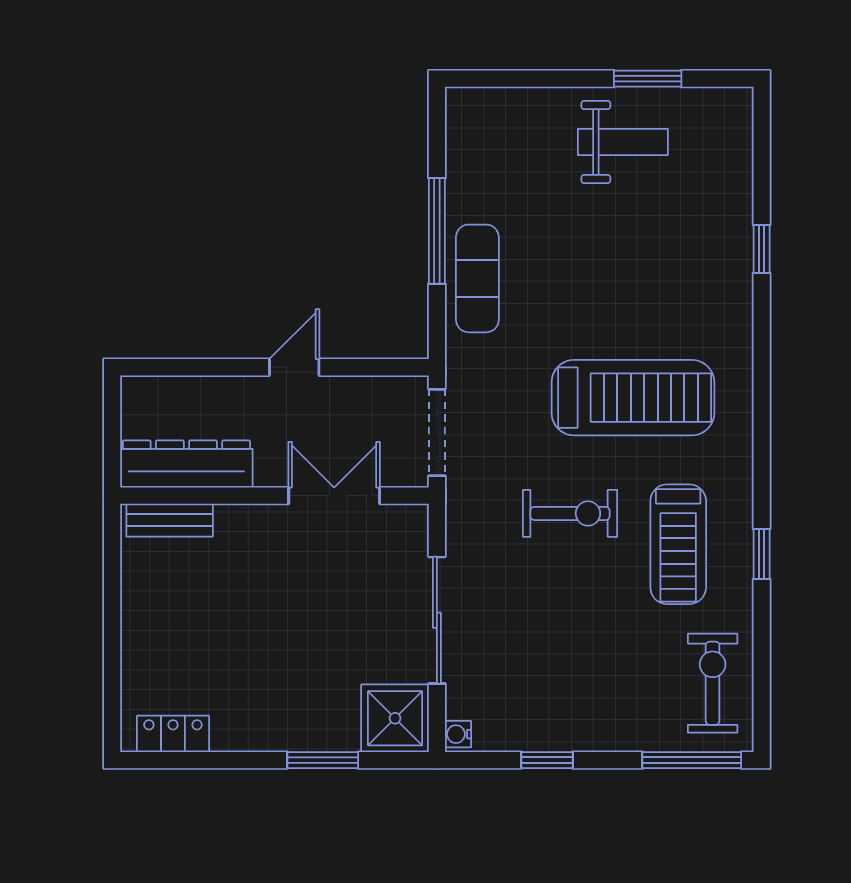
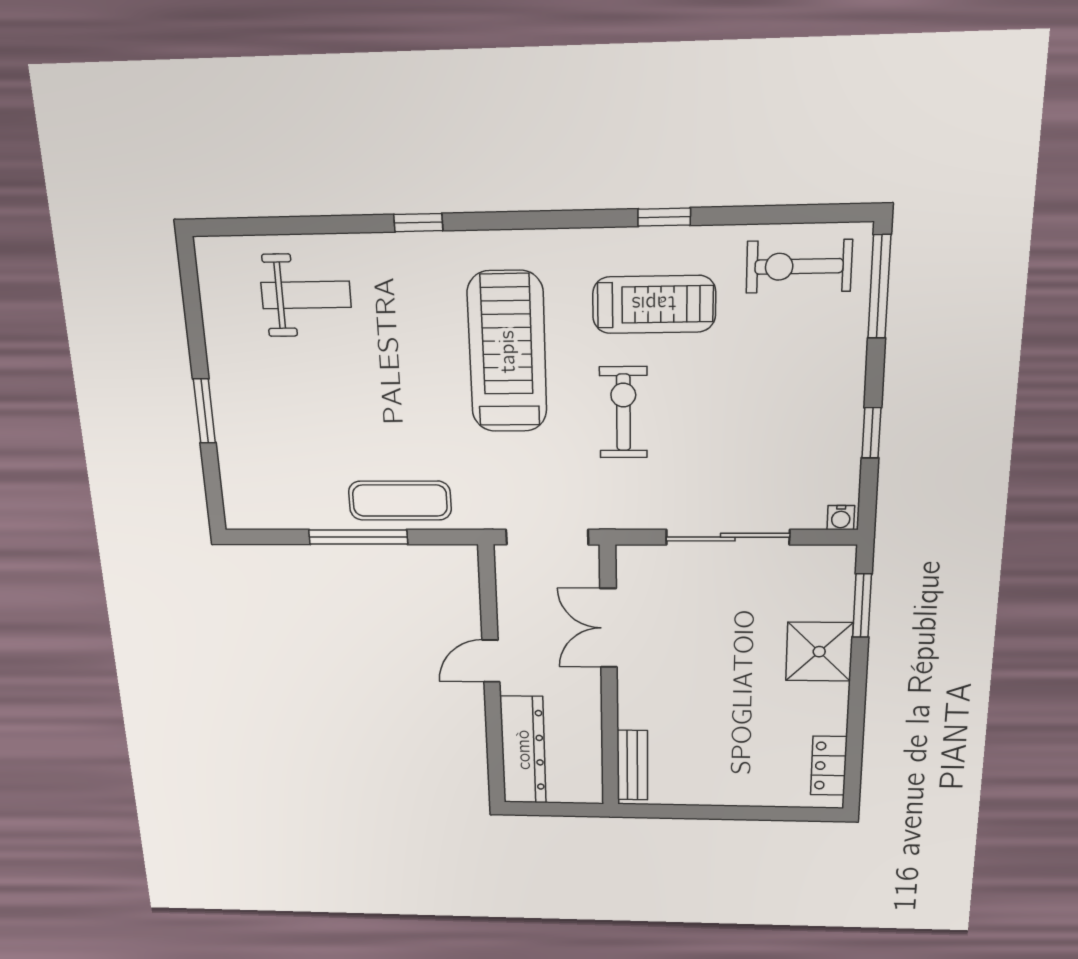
window: (648, 79) -> (204, 411), moved
weight bench: (623, 142) -> (306, 295), moved, turned 90
window: (762, 249) -> (418, 223), moved
door: (294, 367) -> (491, 661), hinge flipped
dresser: (186, 464) -> (523, 750), moved, turned 180
shower: (395, 718) -> (819, 652), moved
window: (323, 760) -> (862, 606), moved

